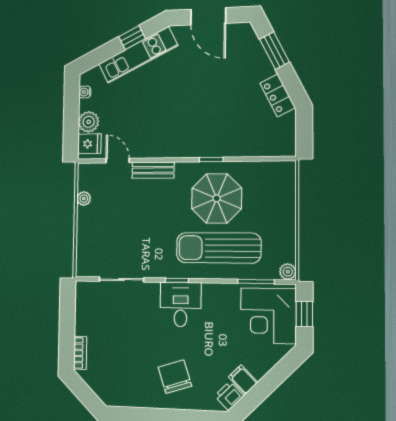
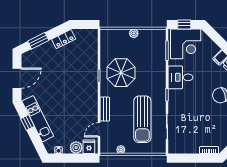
sun lounger: (219, 248) -> (142, 119), moved
plant: (288, 272) -> (134, 33), moved
desk: (181, 305) -> (180, 77), moved

